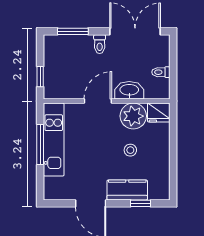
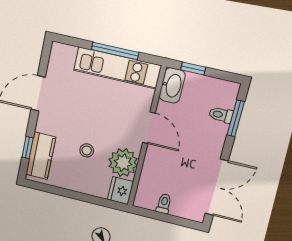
toilet: (100, 44) -> (221, 115), moved
washbasin: (129, 90) -> (172, 85), moved
kitchen counter: (127, 190) -> (41, 156), moved

